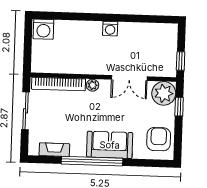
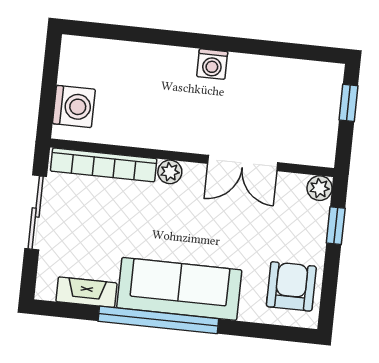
washing machine: (43, 29) -> (74, 106), moved, turned -90
window: (181, 61) -> (349, 103), moved
plant: (164, 93) -> (320, 188), width x0.53, depth x0.53
sofa: (110, 145) -> (179, 289), width x1.36

